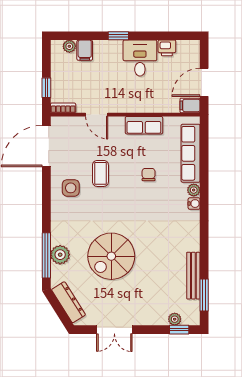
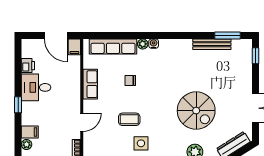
plant: (175, 319) -> (247, 59), removed

